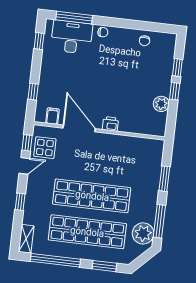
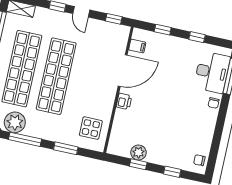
window: (39, 41) -> (197, 37), moved
chair: (145, 41) -> (199, 160), moved
window: (175, 91) -> (138, 164), moved
display table: (45, 148) -> (91, 128), moved
door: (24, 166) -> (81, 12), moved

